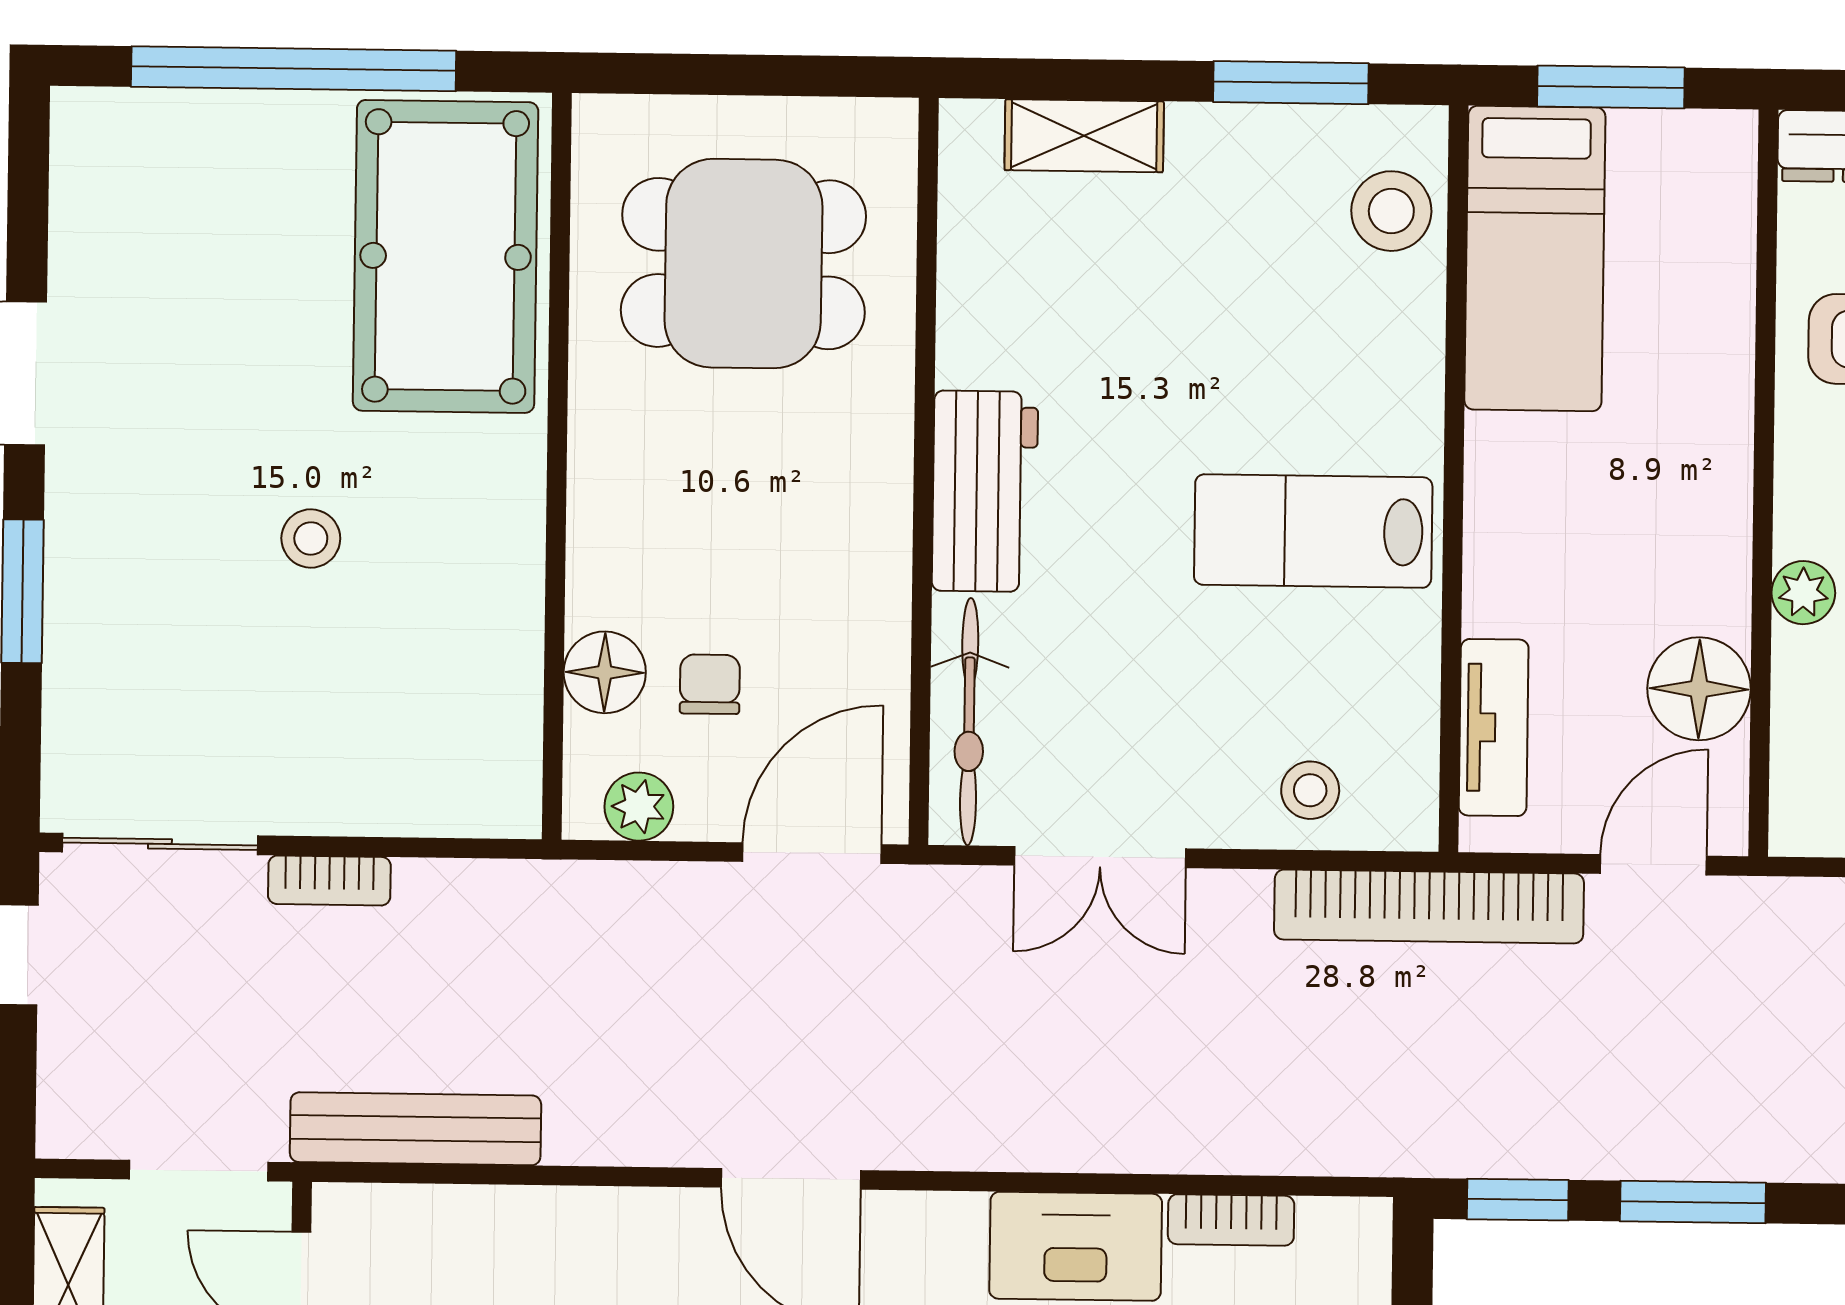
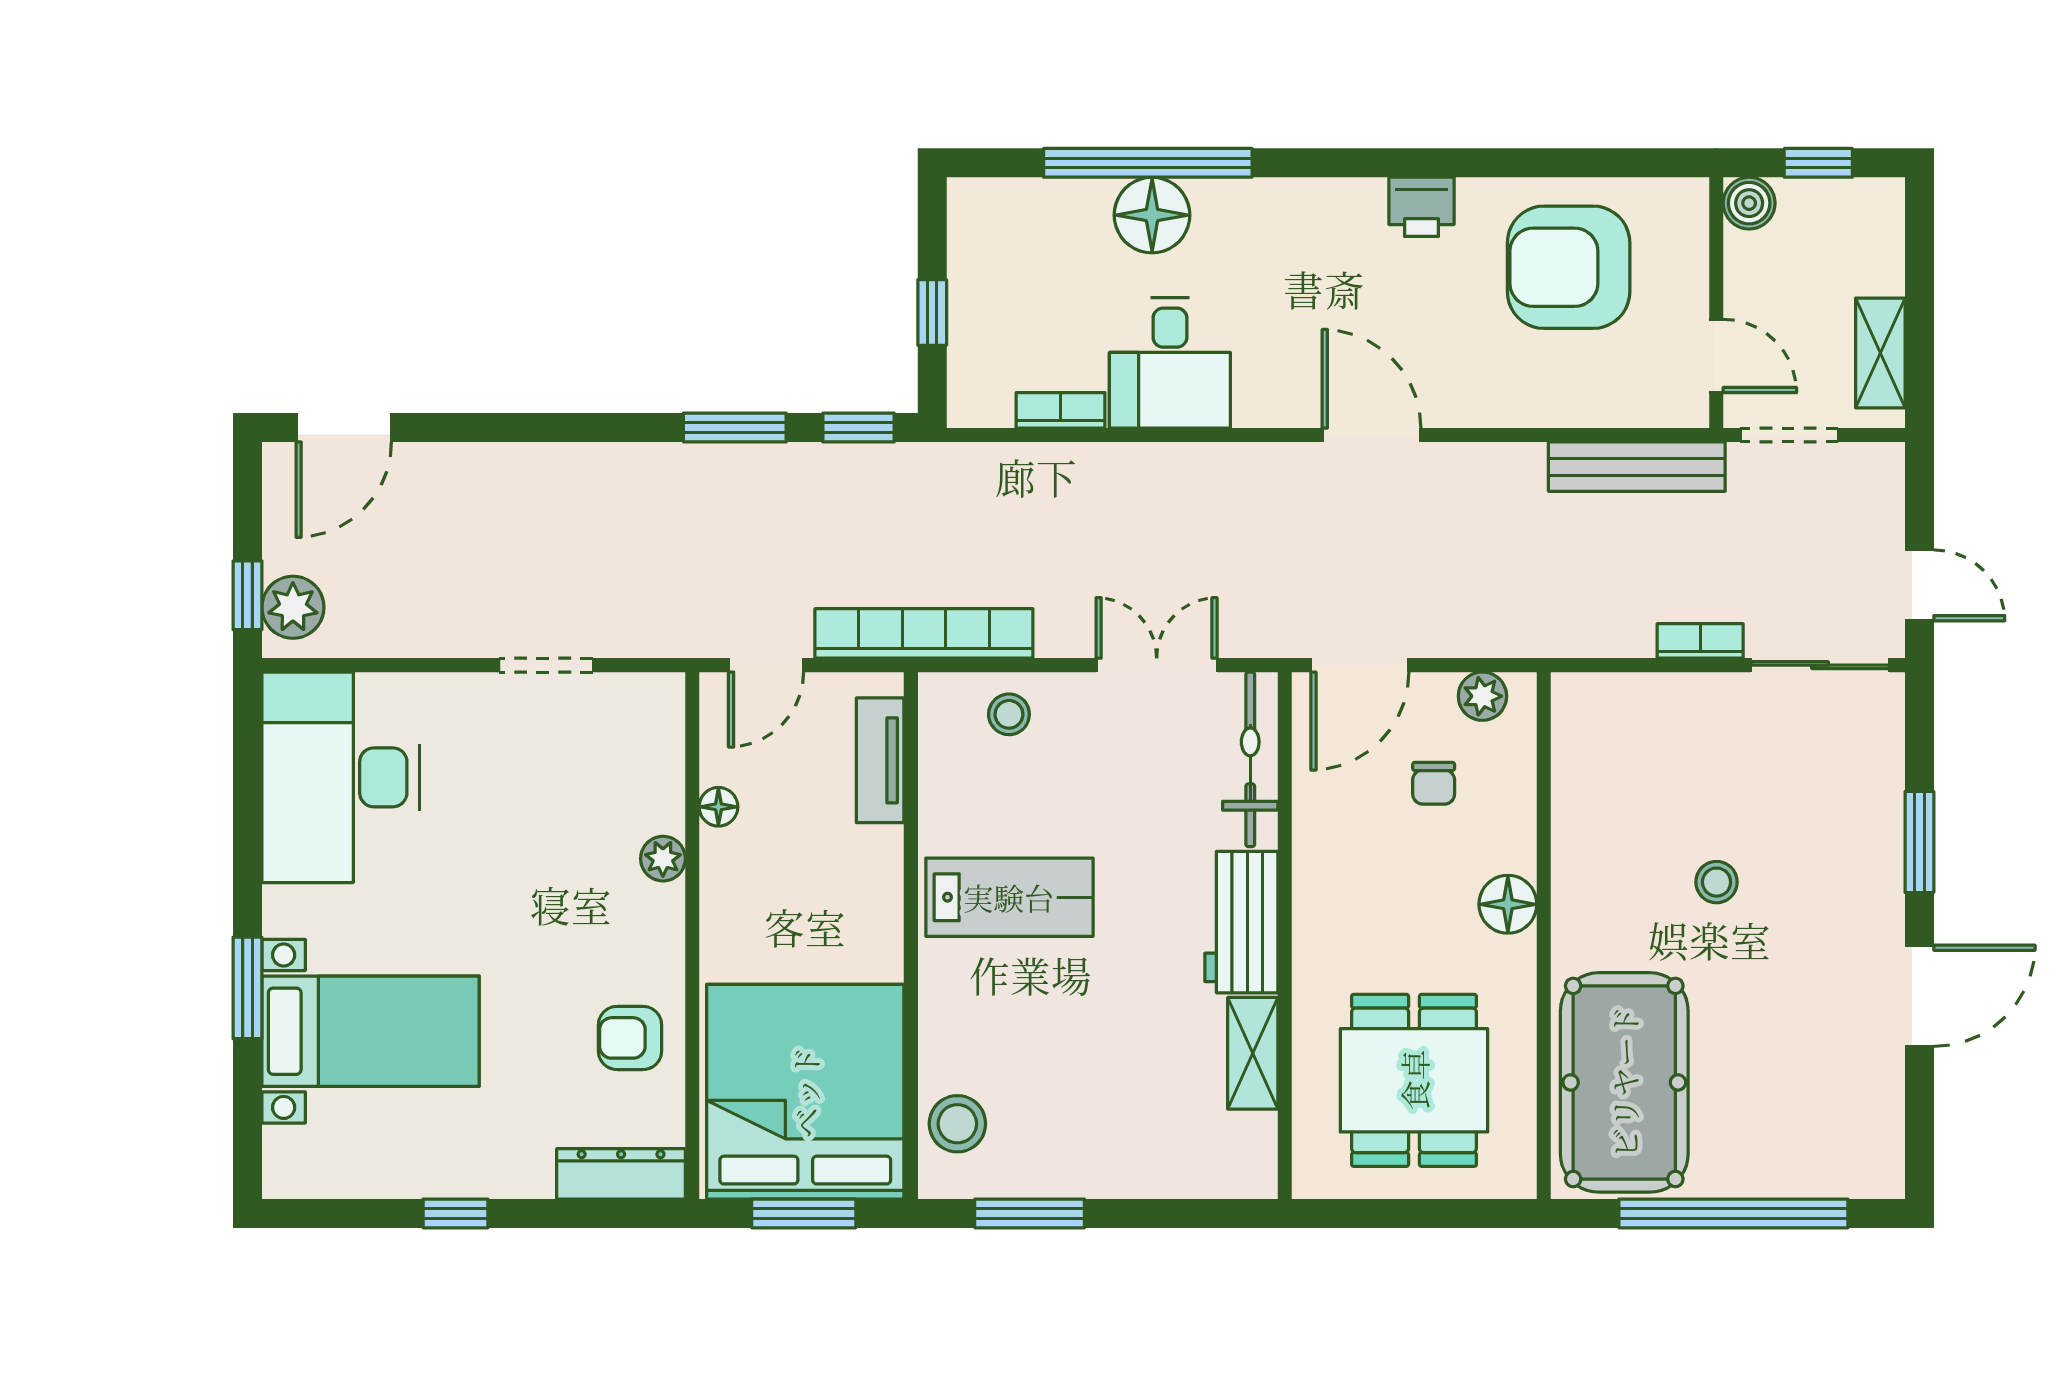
shelving: (1084, 136) -> (1253, 1053), moved, turned 90
bed: (1535, 258) -> (805, 1092), width x2.04
dining table: (743, 264) -> (1414, 1080), turned 90
floor lamp: (605, 672) -> (1508, 904), moved
floor lamp: (1699, 689) -> (718, 807), width x0.53, depth x0.53

